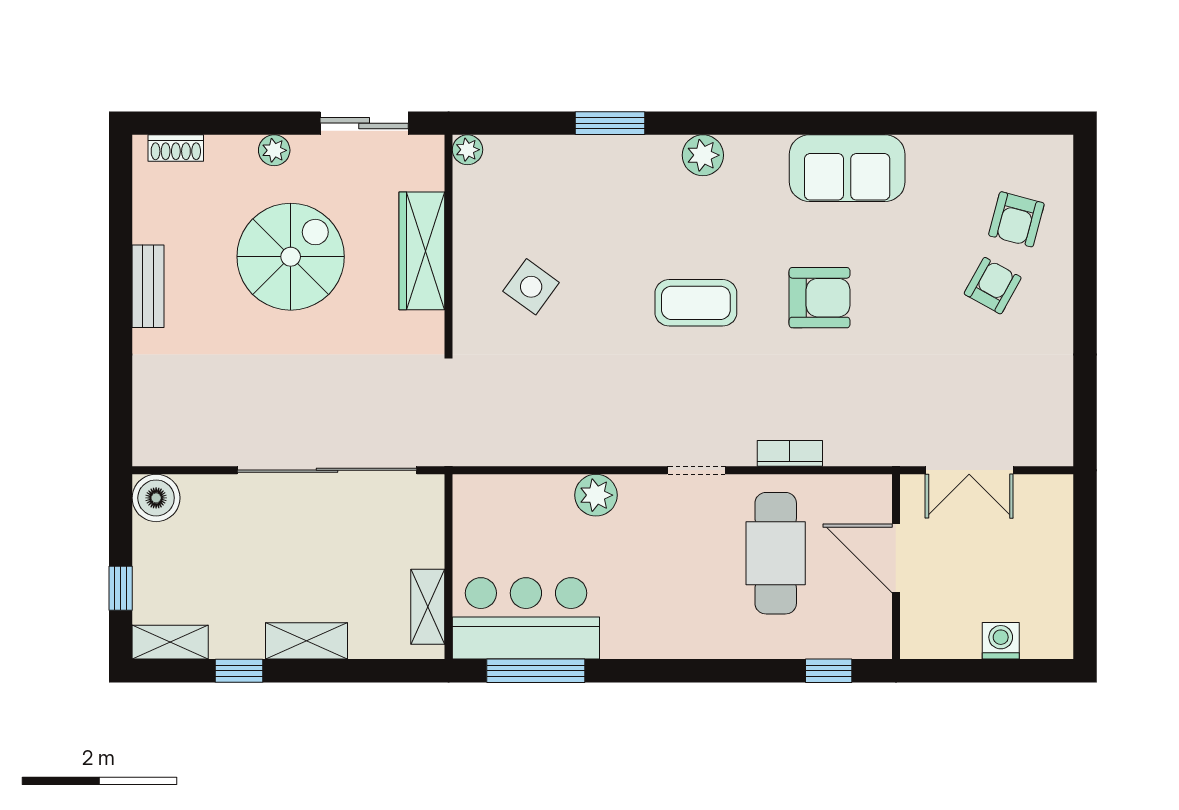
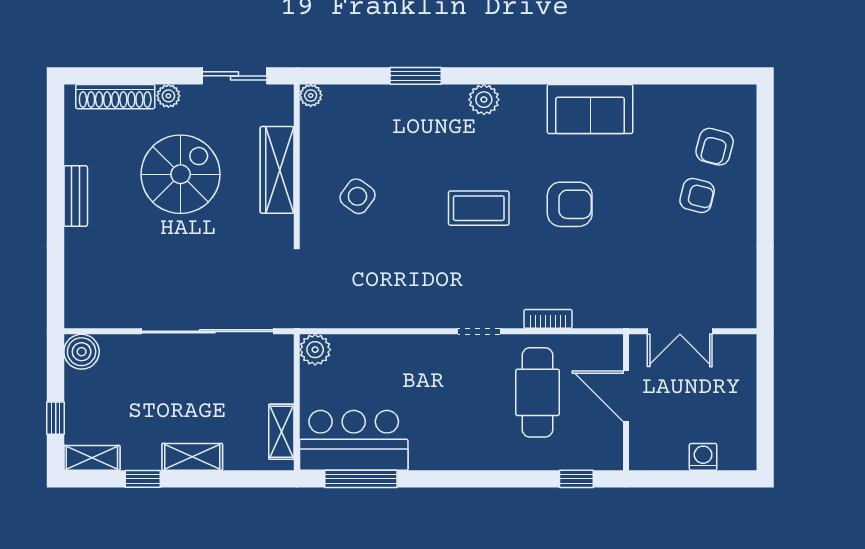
shoe rack: (176, 148) -> (115, 97), width x1.94, depth x1.24
armchair: (993, 286) -> (697, 195), turned 75
plant: (596, 495) -> (315, 350), moved

